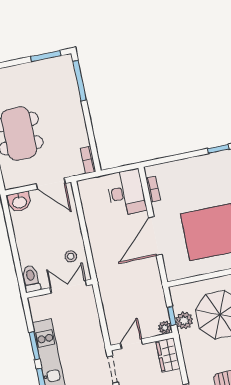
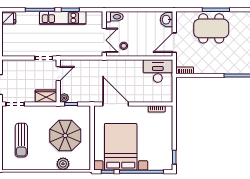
desk: (126, 192) -> (158, 71), moved, turned 180
door: (155, 236) -> (116, 104), moved
plant: (184, 321) -> (66, 111), removed
door: (131, 344) -> (58, 74), hinge flipped

